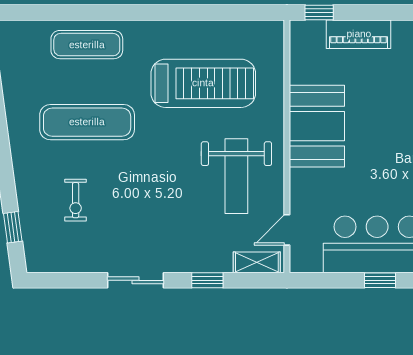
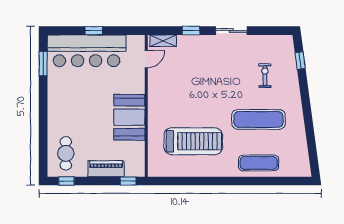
treadmill: (203, 83) -> (193, 141), turned 180
weight bench: (236, 176) -> (175, 89), removed

